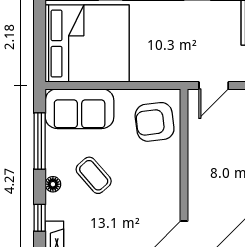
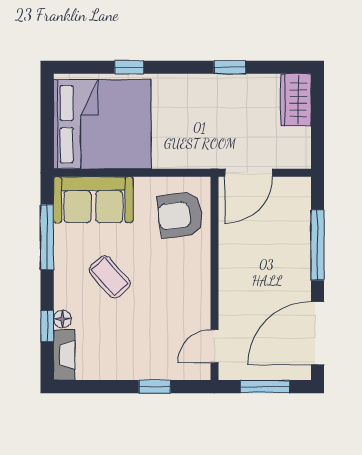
door: (214, 85) -> (249, 173), width x1.38
floor lamp: (53, 184) -> (62, 319), moved

